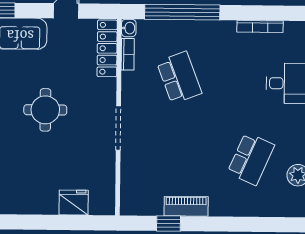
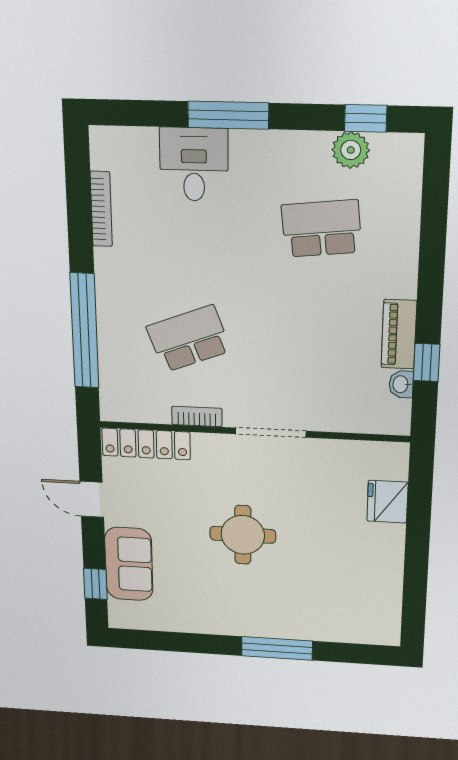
washbasin: (129, 28) -> (401, 384), moved, turned -90
bookcase: (128, 54) -> (197, 416), moved
school desk: (251, 159) -> (322, 229), turned -30

